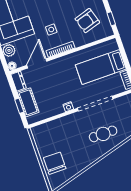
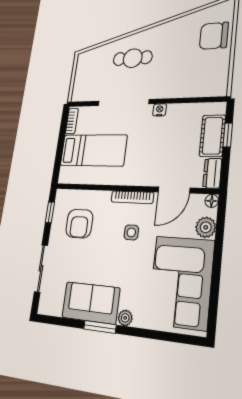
armchair: (87, 21) -> (79, 224), turned 107
chair: (55, 163) -> (214, 36), turned 90

